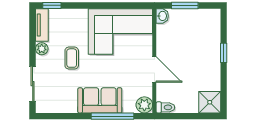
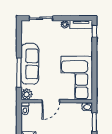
coffee table: (72, 58) -> (59, 45), removed
sofa: (100, 100) -> (30, 64), width x1.36

